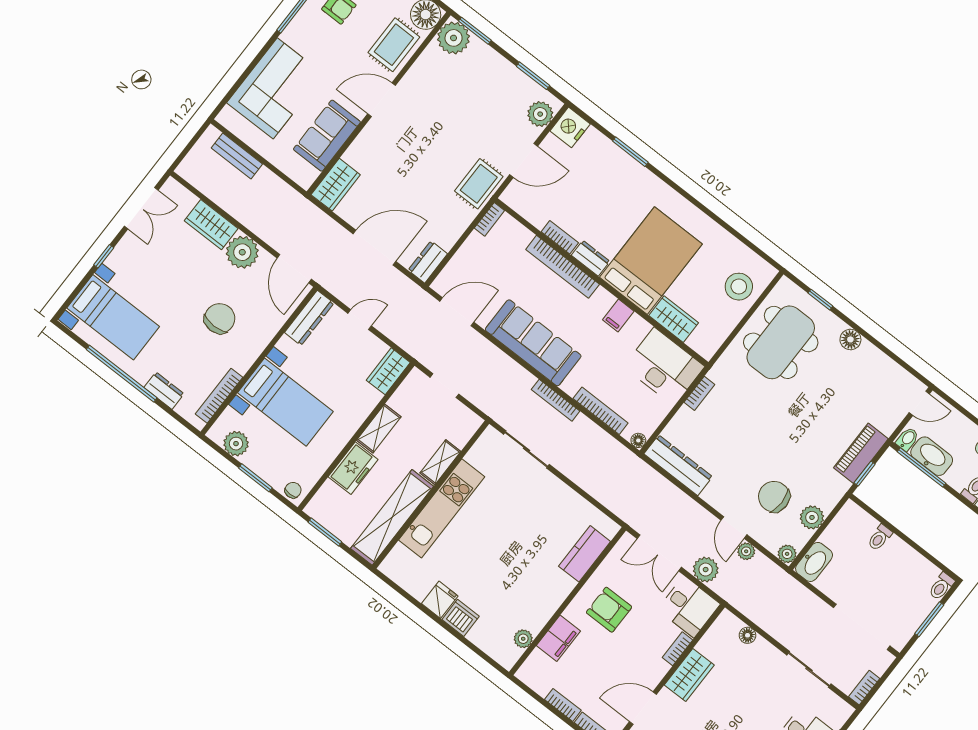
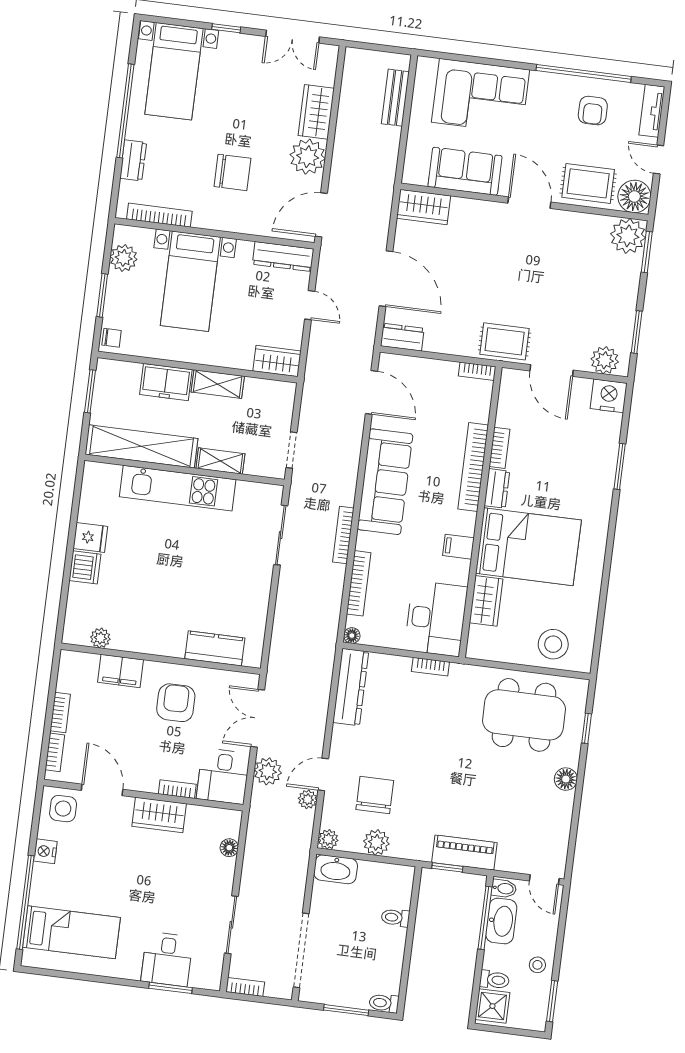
doorway: (445, 386) -> (291, 450), moved

